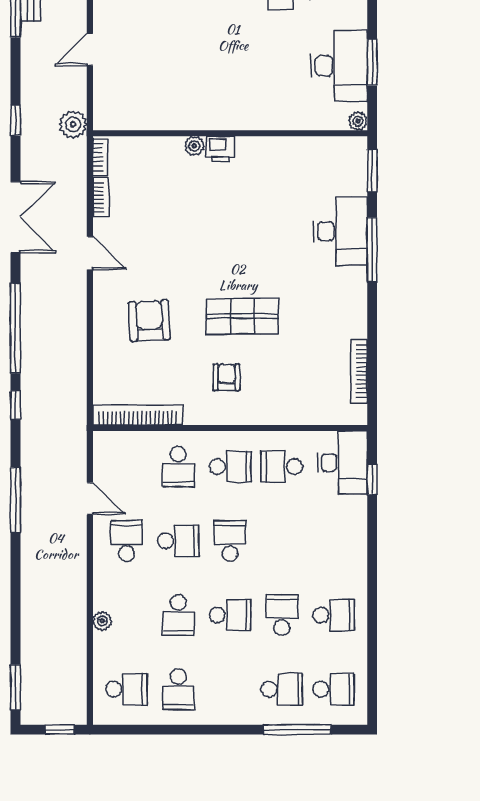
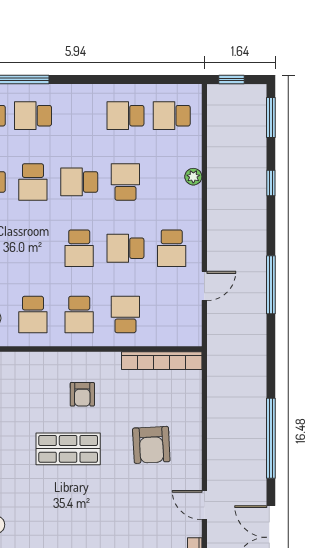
window: (15, 405) -> (271, 183), moved
school desk: (230, 467) -> (79, 314), turned -90
school desk: (282, 467) -> (33, 314), turned 90
door: (90, 499) -> (204, 286), swing flipped
school desk: (178, 689) -> (125, 116), turned -90

